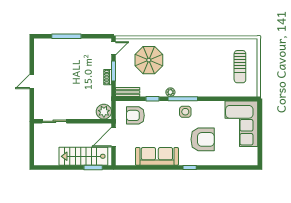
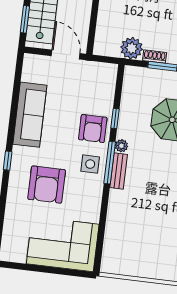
sun lounger: (240, 67) -> (146, 252), removed
bench: (128, 92) -> (119, 171), moved
plant: (104, 112) -> (132, 48), moved
armchair: (135, 115) -> (93, 129), moved, turned 180

